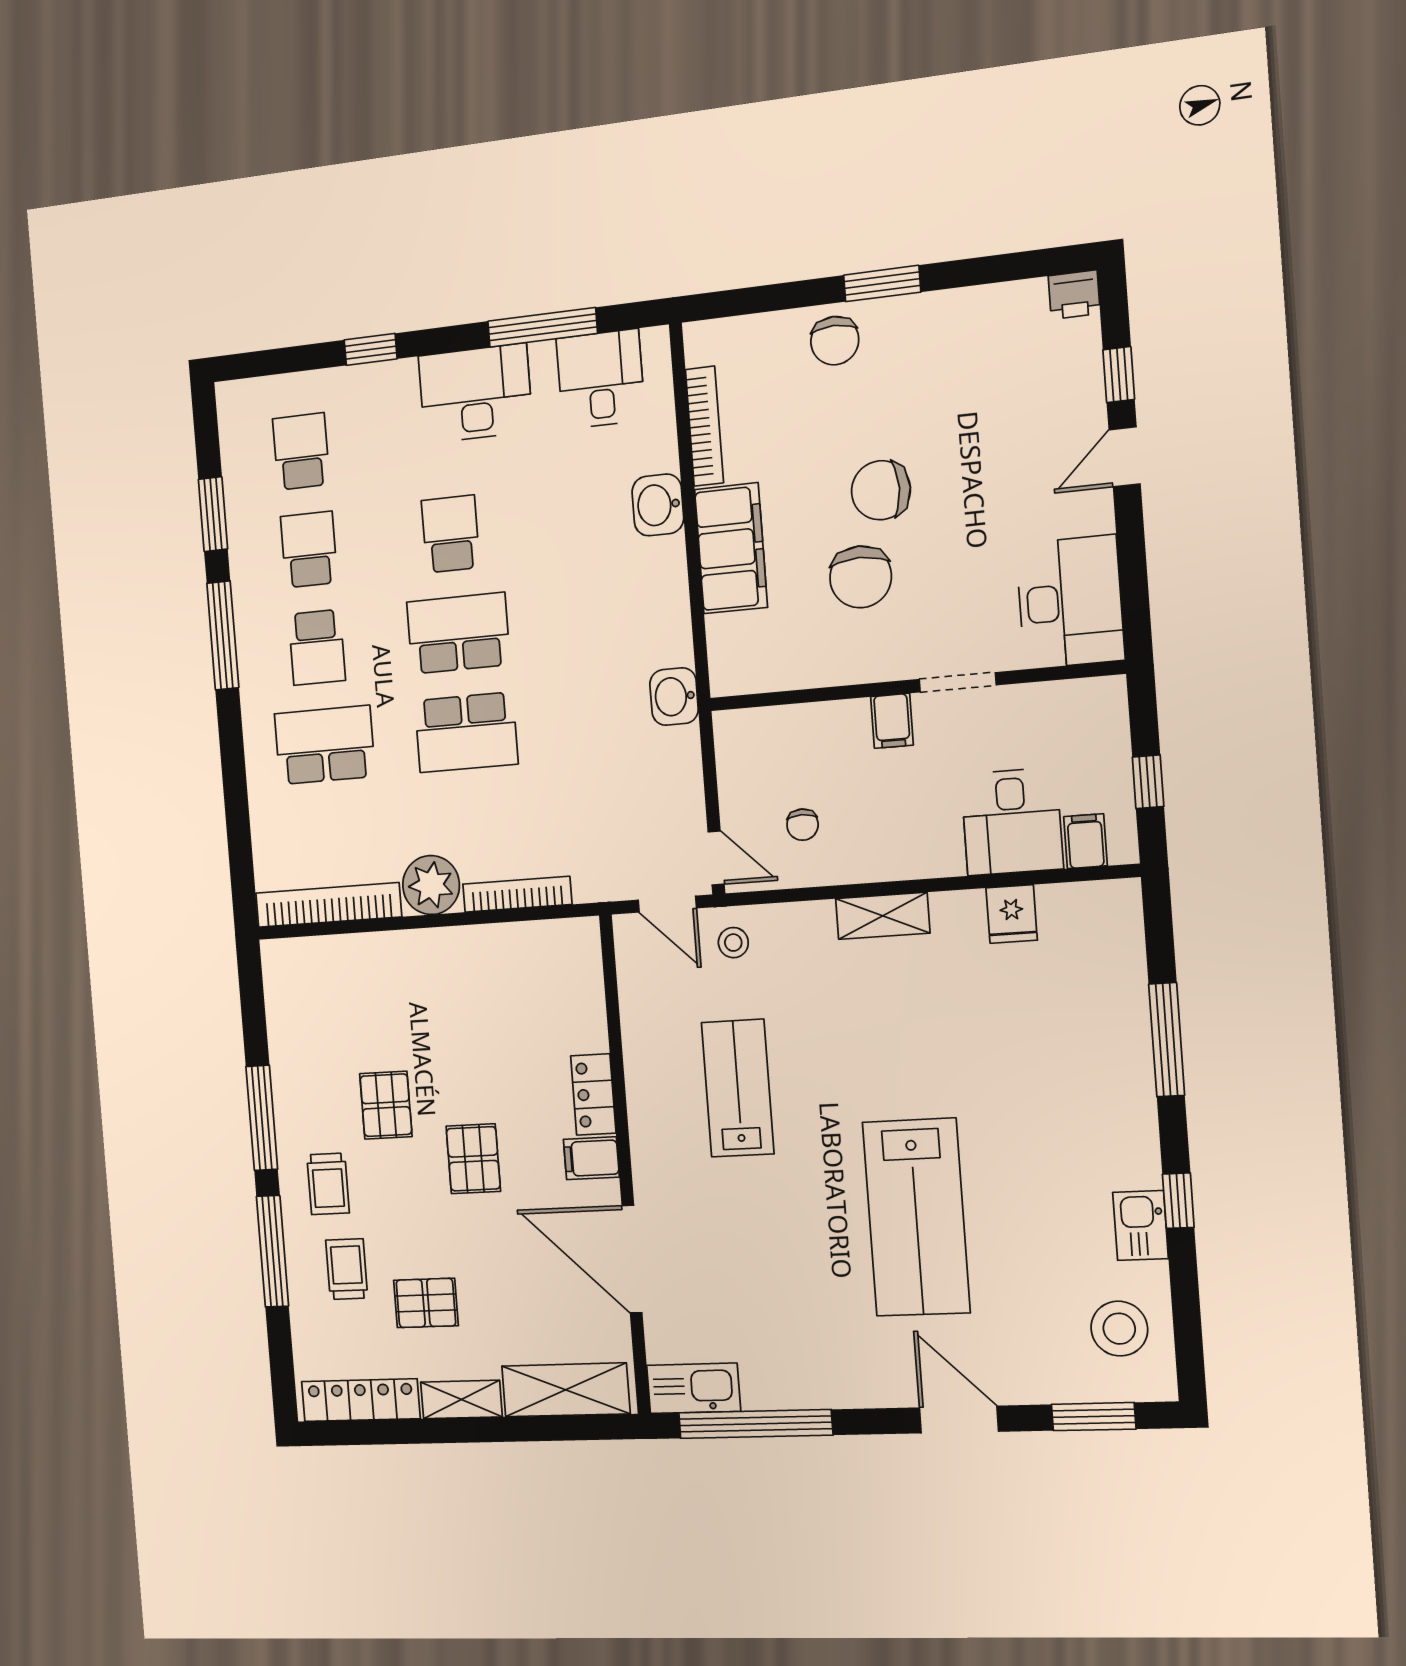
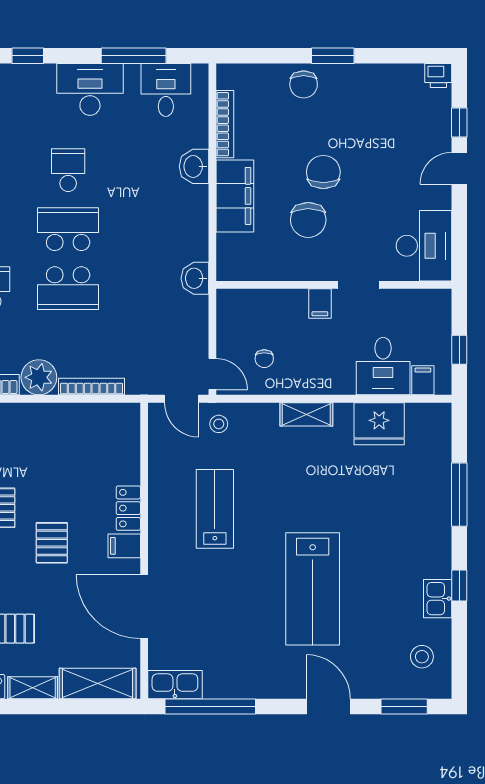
chair: (881, 490) -> (323, 172), turned 90
fridge: (1012, 914) -> (379, 424), width x1.88, depth x1.34
stool: (1119, 1329) -> (422, 657), width x0.73, depth x0.73

